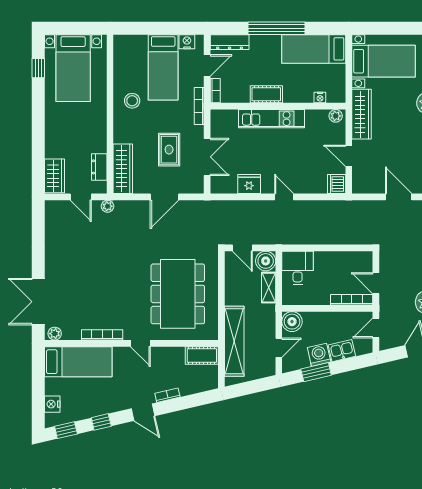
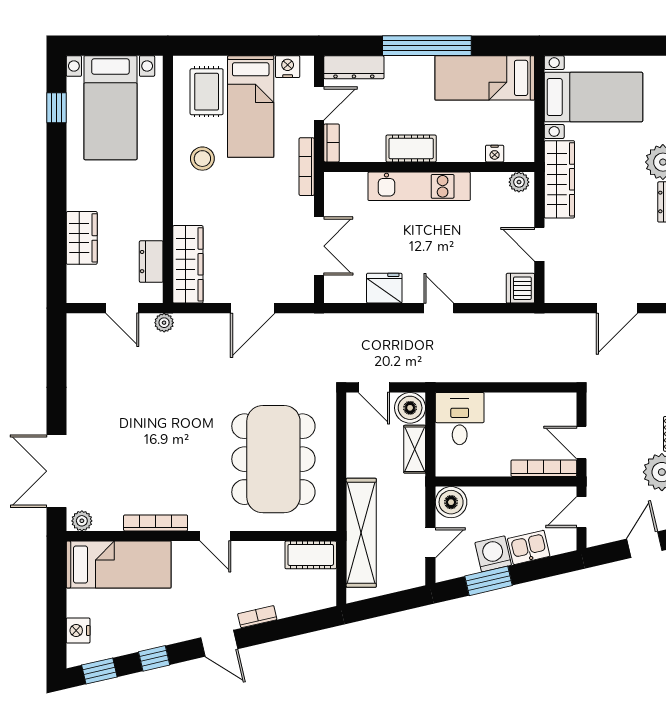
rug: (169, 150) -> (207, 92), moved
wardrobe: (55, 176) -> (82, 238), moved
door: (399, 197) -> (617, 308), swing flipped

